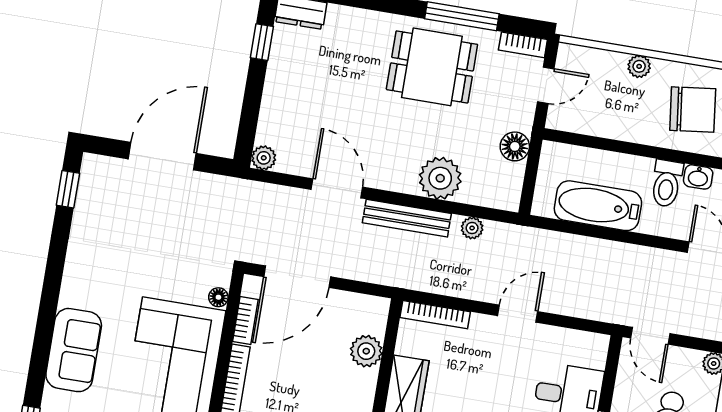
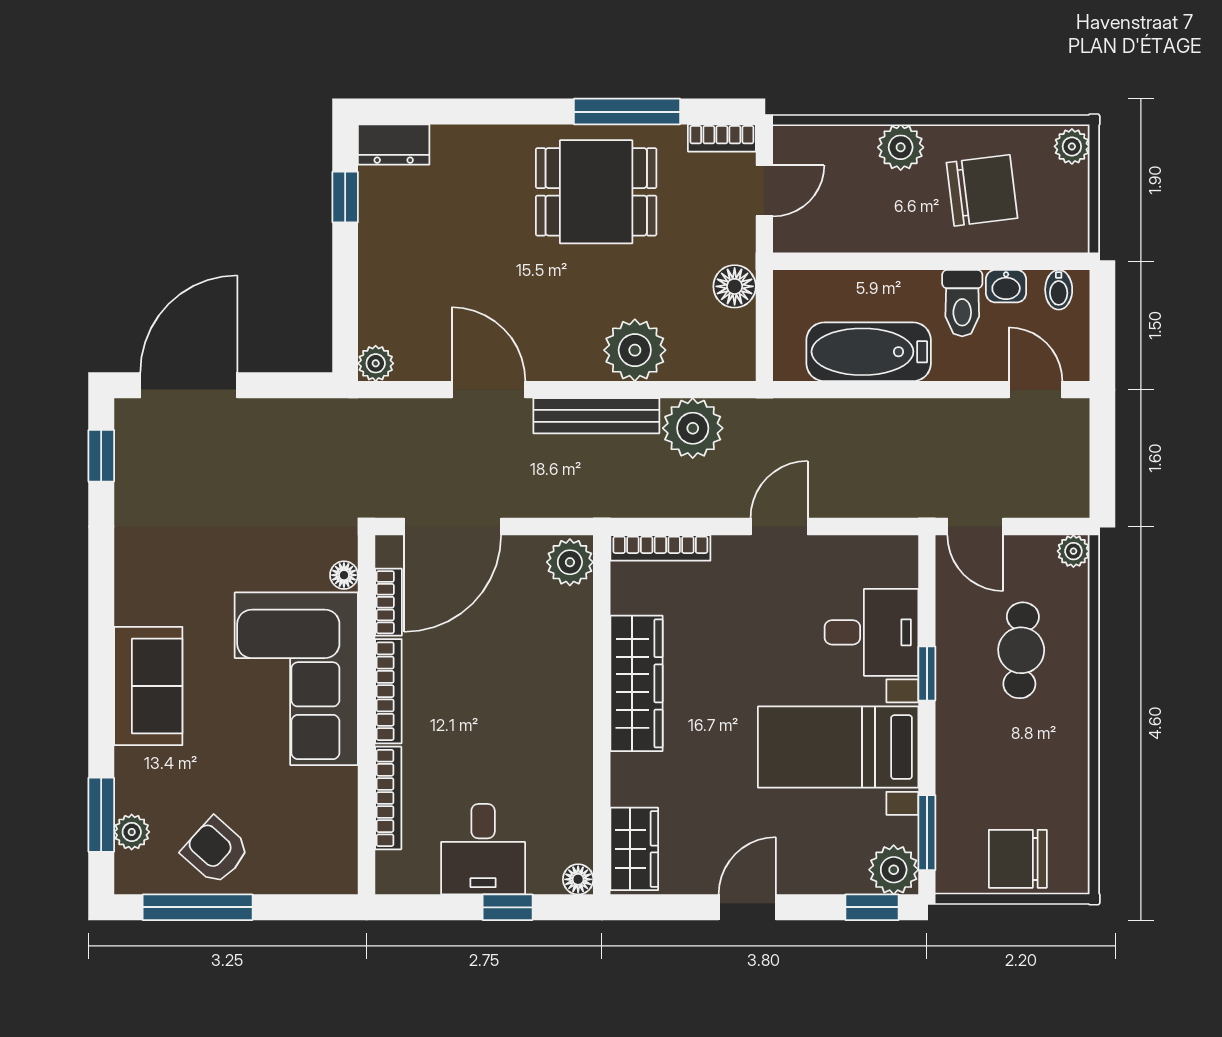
plant: (639, 66) -> (901, 147), width x1.38, depth x1.38
door: (162, 156) -> (189, 385), moved
plant: (472, 228) -> (693, 428), width x1.87, depth x1.87
plant: (366, 351) -> (570, 562), moved

